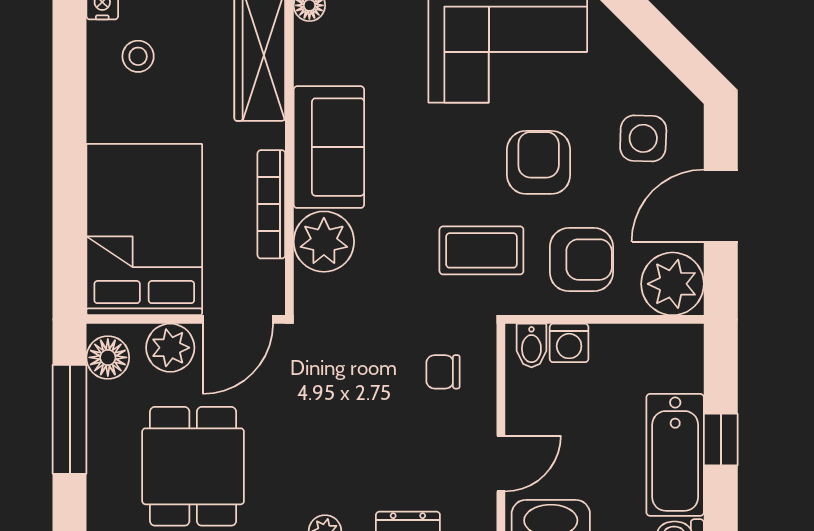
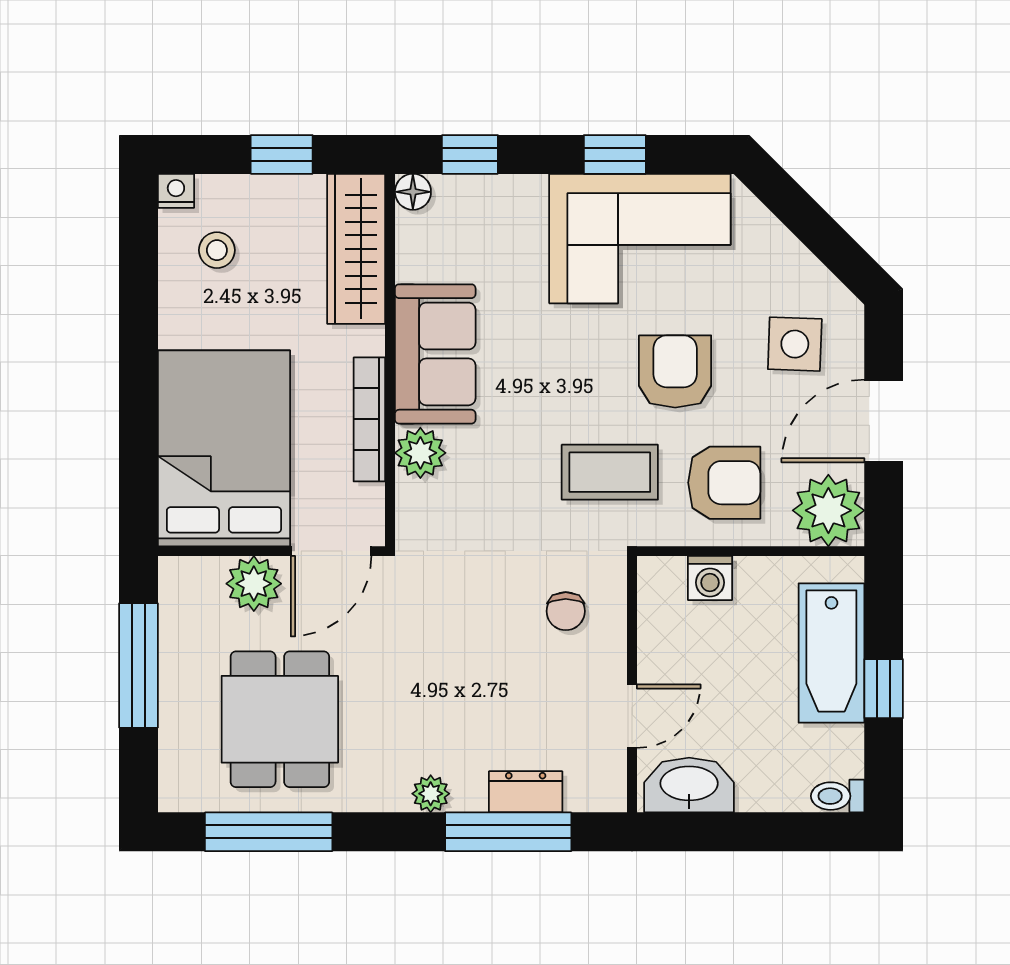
plant: (324, 242) -> (420, 453), width x0.73, depth x0.73
bidet: (531, 346) -> (667, 581), removed
floor lamp: (108, 357) -> (182, 595), removed
chair: (443, 372) -> (566, 611), turned -90
bathtub: (675, 455) -> (831, 653), moved

